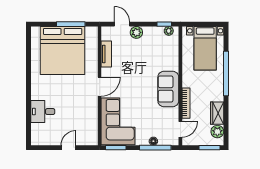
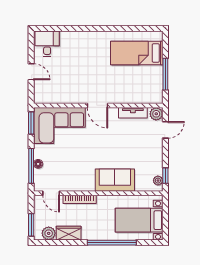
plant: (136, 32) -> (156, 114), moved
bed: (63, 50) -> (137, 53), width x0.49
sofa: (168, 89) -> (115, 180), moved
desk: (43, 112) -> (47, 44), moved

